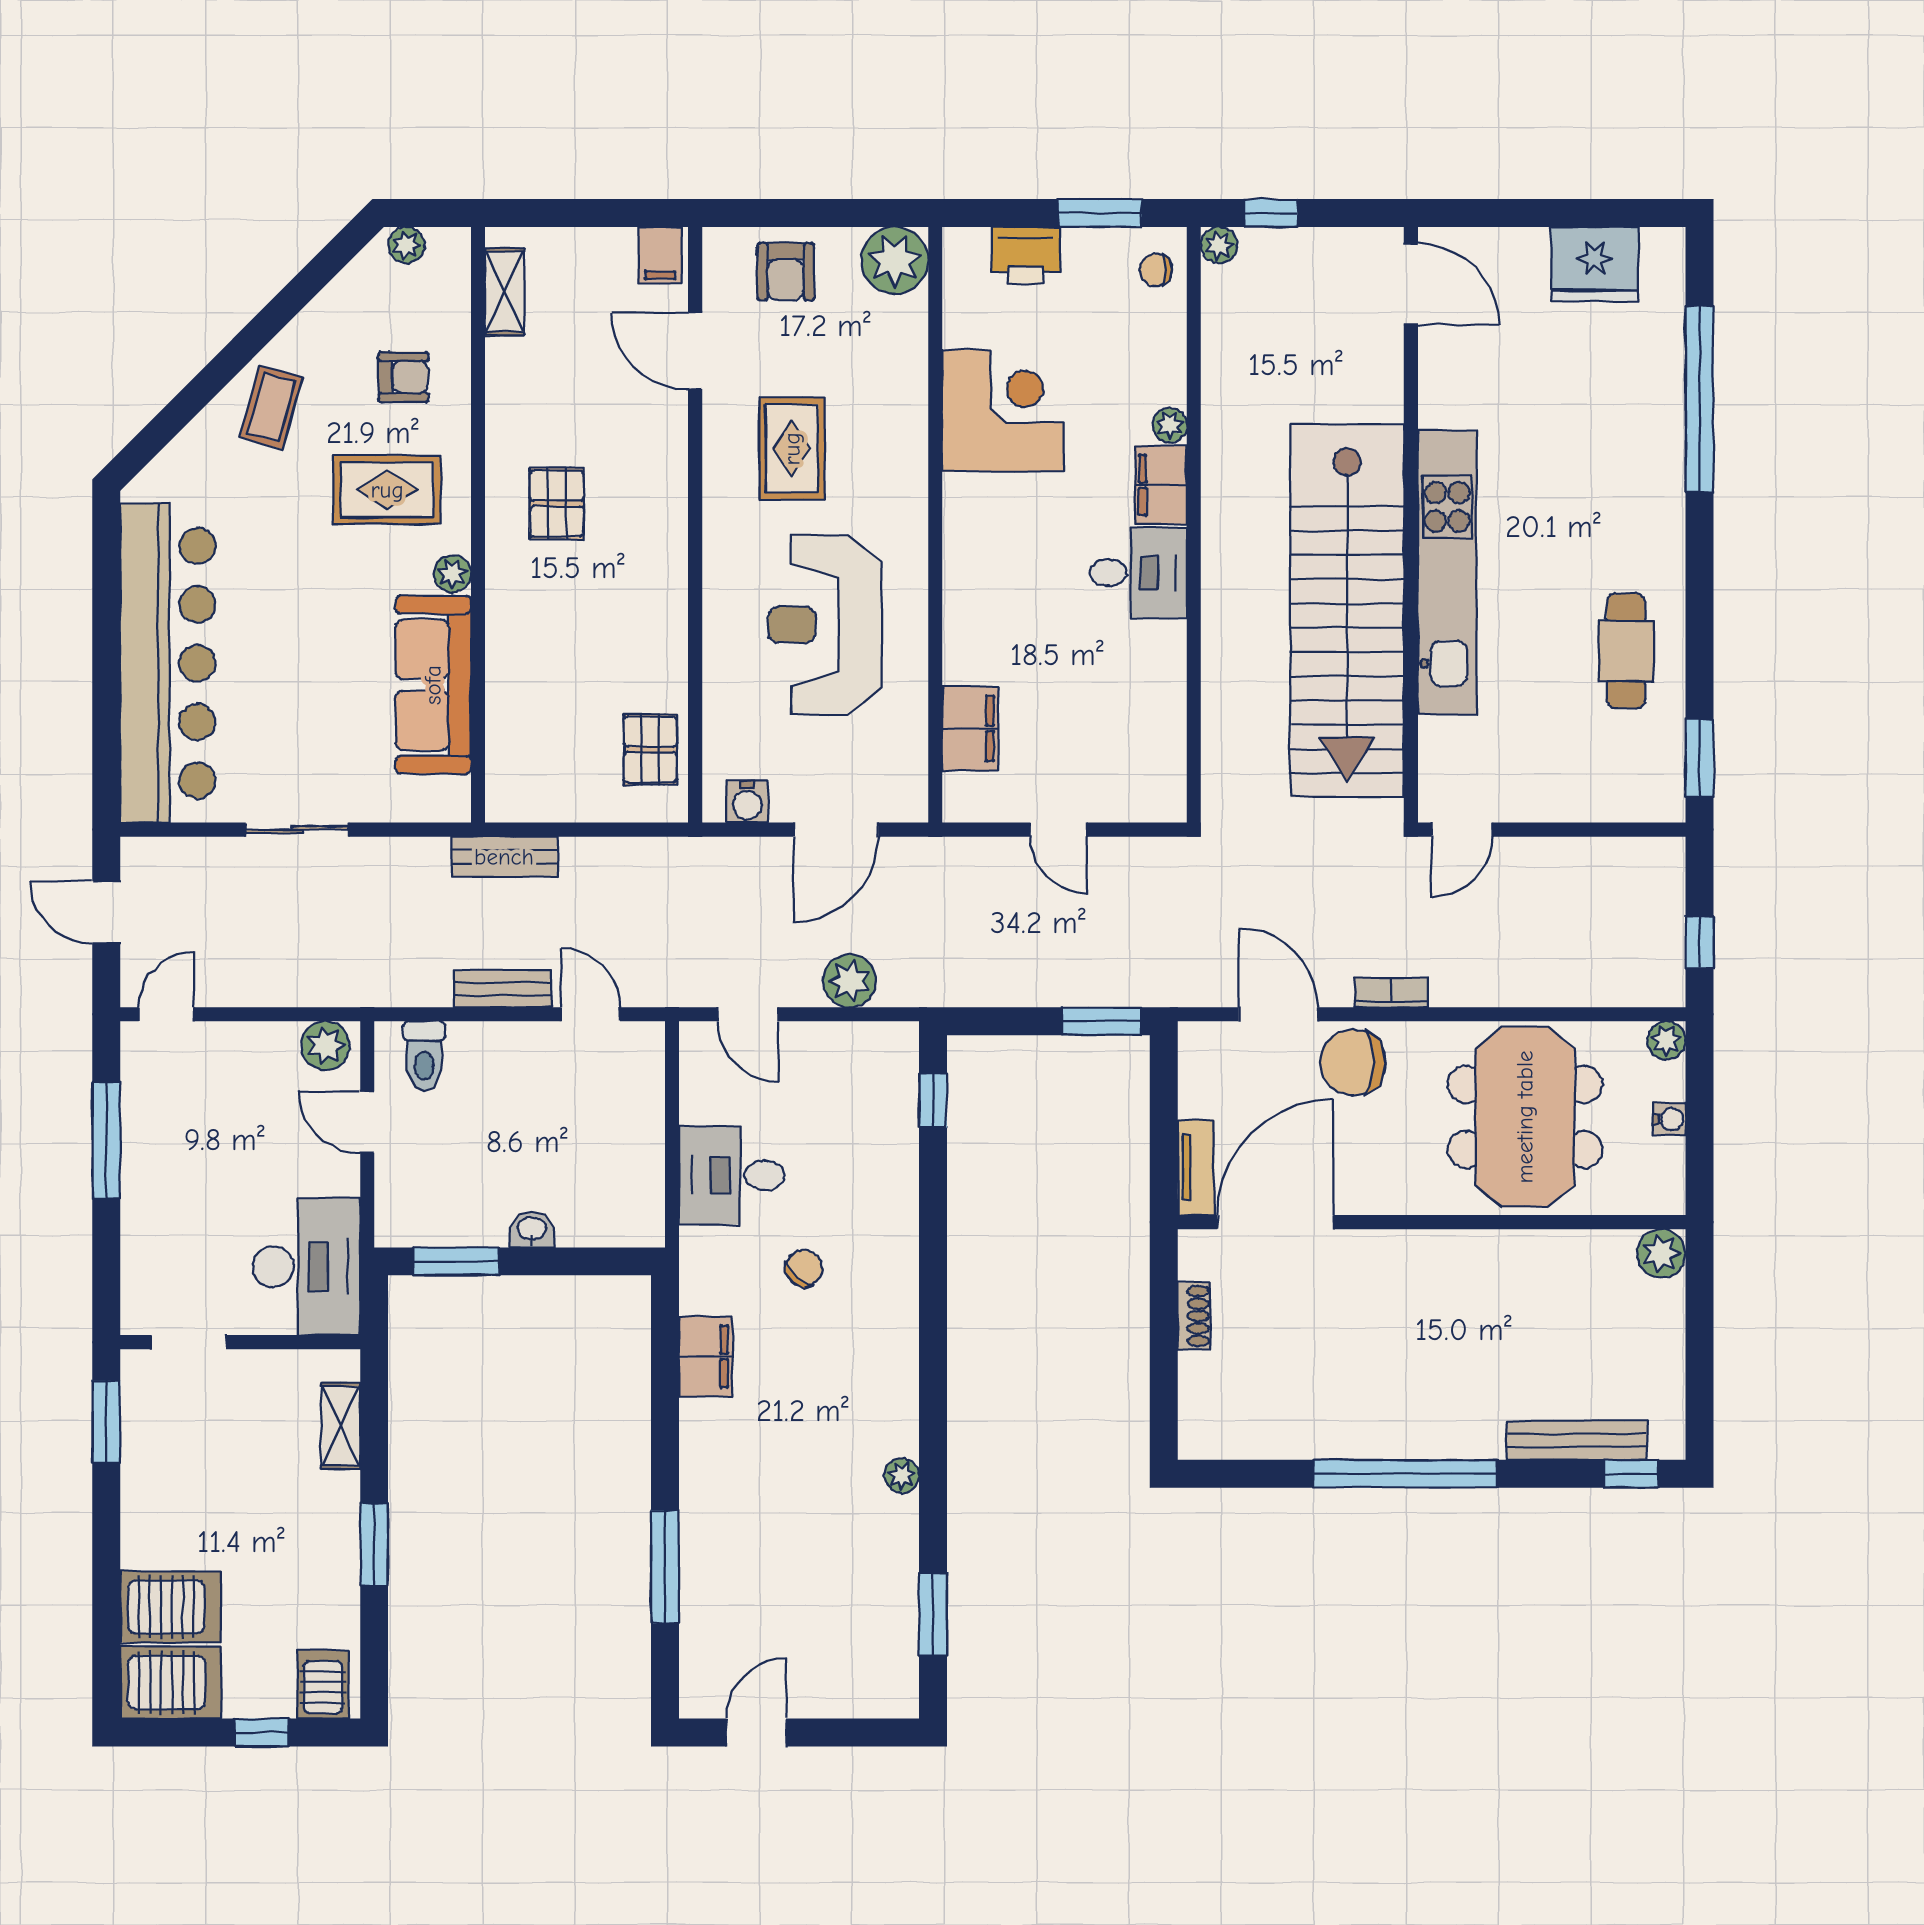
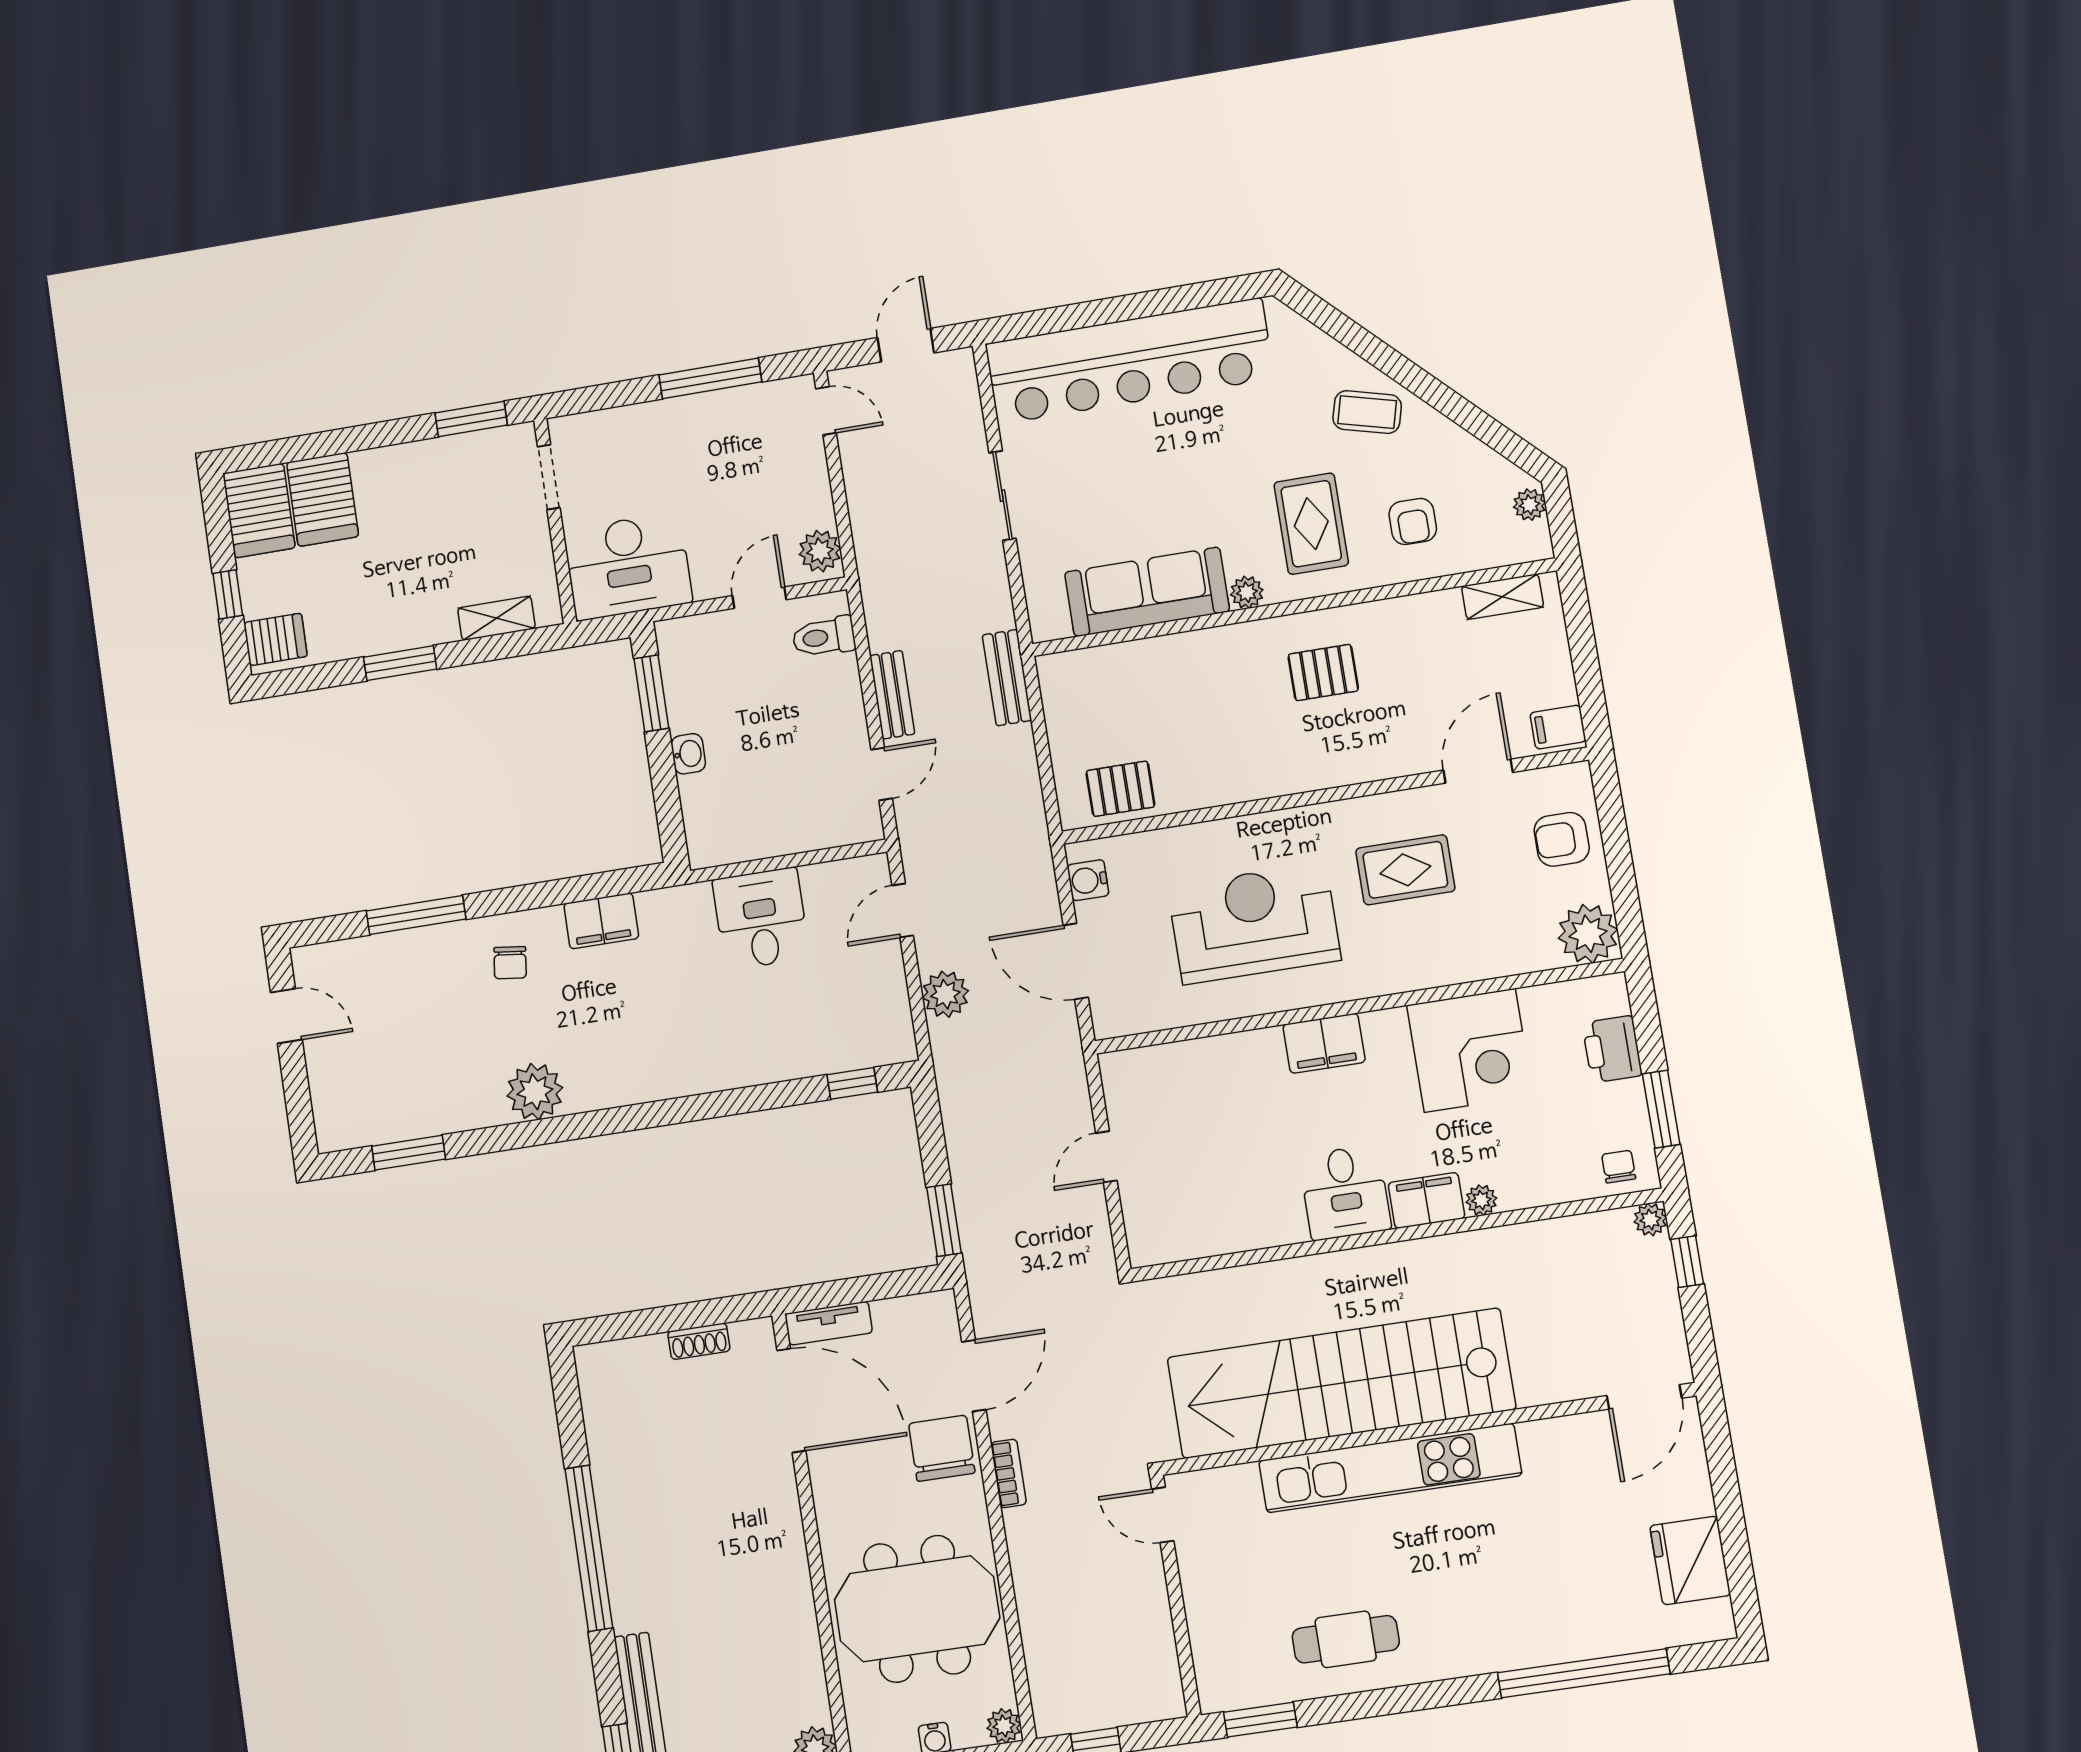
filing cabinet: (970, 728) -> (1324, 1043), moved
chair: (804, 1268) -> (510, 963), moved, turned 57
plant: (902, 1476) -> (535, 1092), width x1.88, depth x1.88

